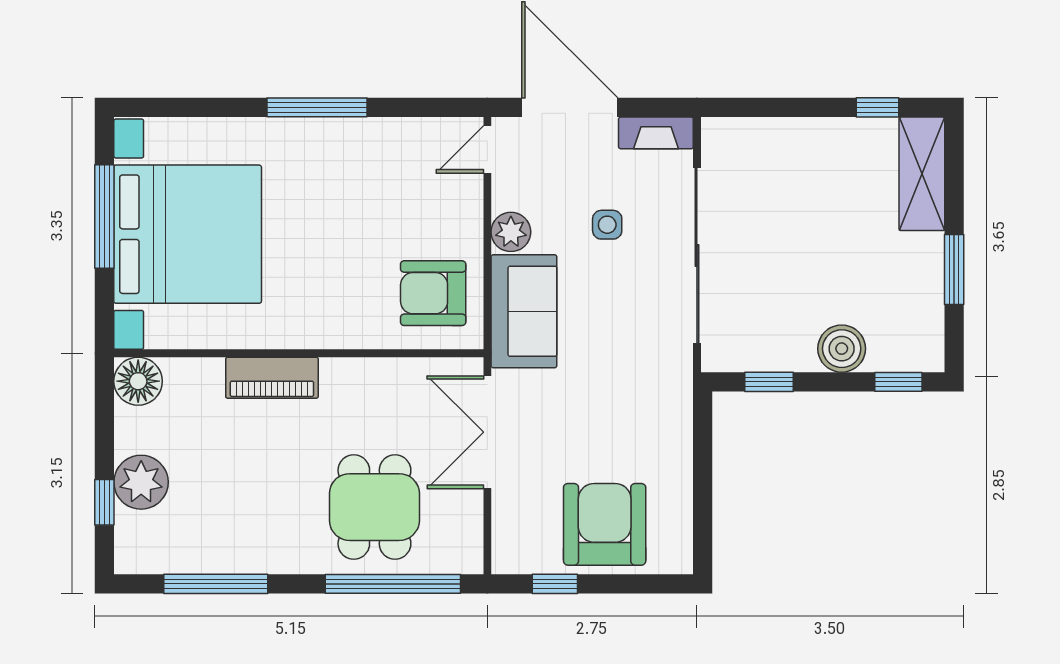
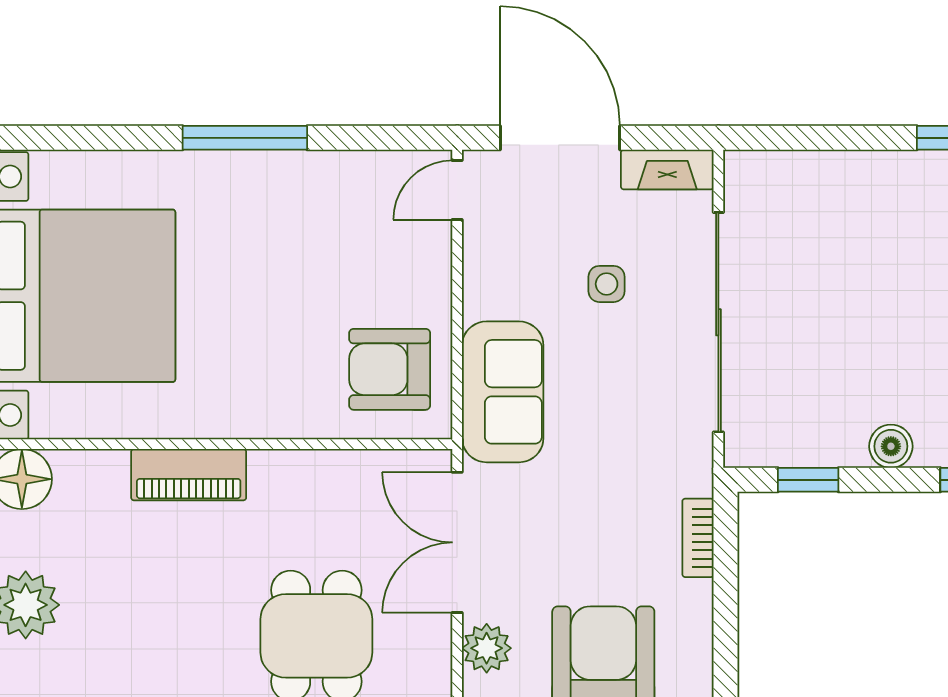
plant: (511, 232) -> (487, 648), moved
boiler: (842, 349) -> (891, 446), width x0.73, depth x0.73
bookcase: (681, 428) -> (698, 538), added

